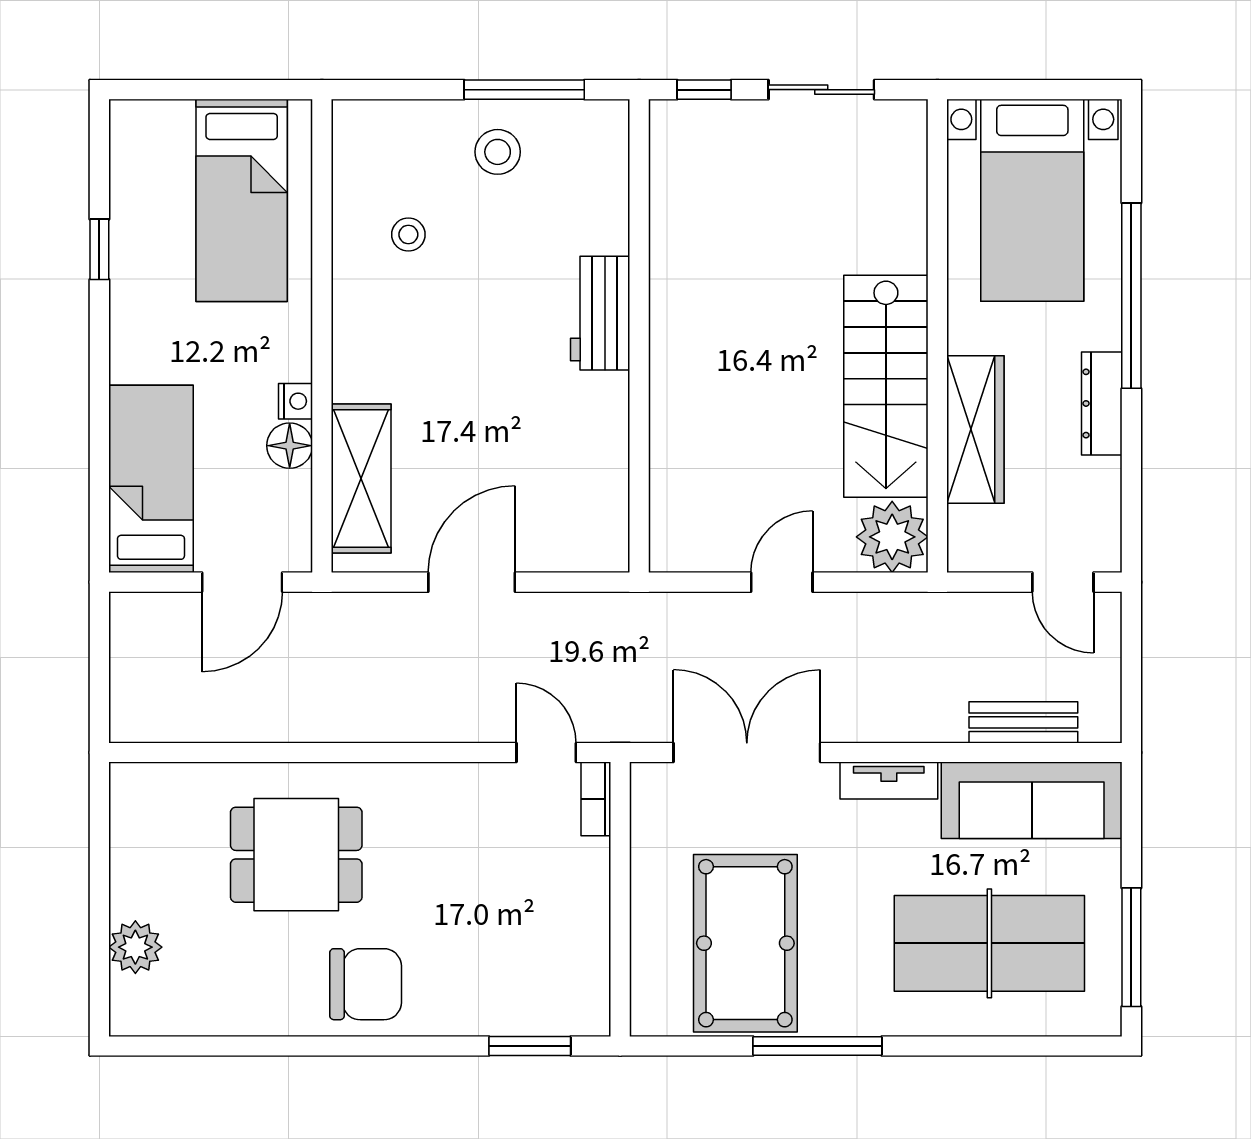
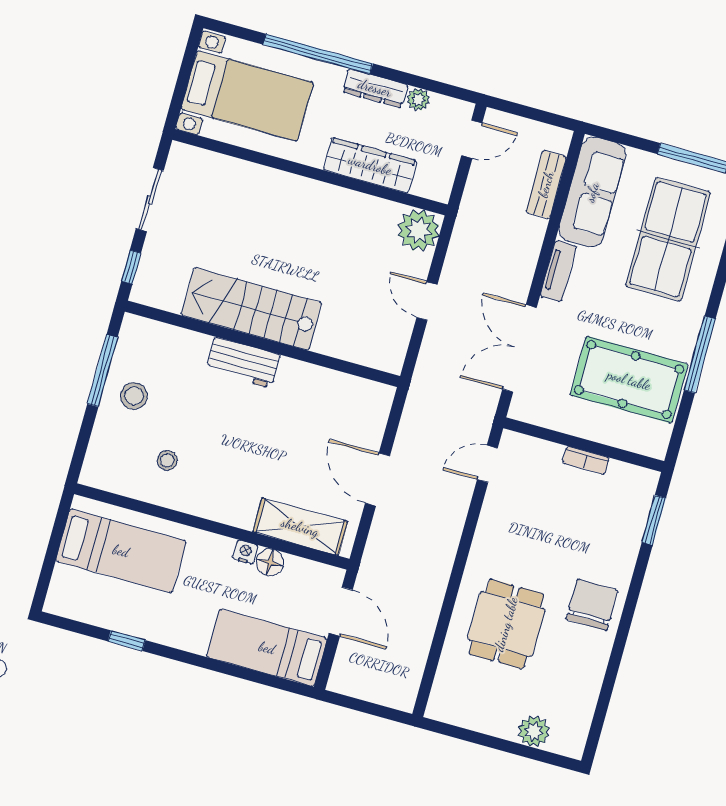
stairs: (886, 386) -> (251, 309), moved, turned 180
plant: (1103, 478) -> (418, 100), added
bookcase: (596, 799) -> (586, 460), moved

